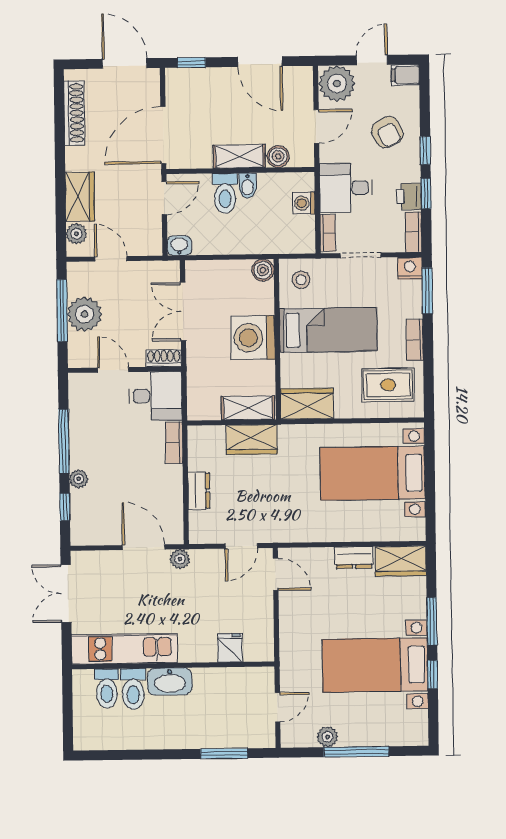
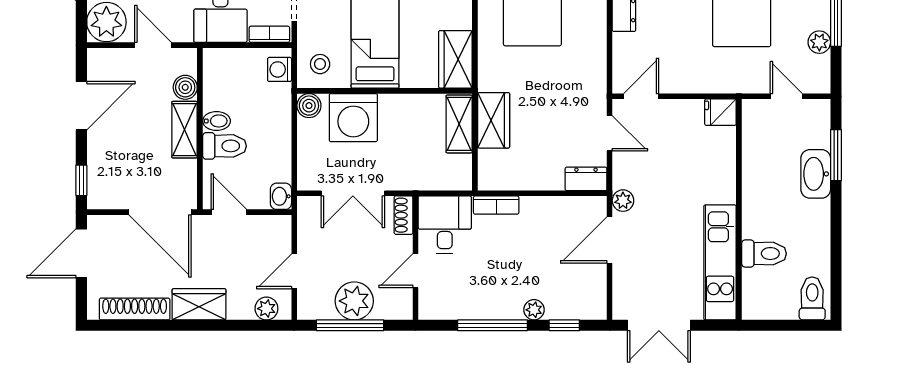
wardrobe: (80, 197) -> (199, 304), moved
washing machine: (304, 203) -> (280, 69), moved, turned 90
washing machine: (253, 338) -> (353, 118), moved
dresser: (199, 491) -> (586, 179), moved
fridge: (230, 648) -> (720, 112), moved
washbasin: (170, 681) -> (816, 174), moved, turned 180
toilet: (107, 688) -> (812, 298), moved, turned -90

